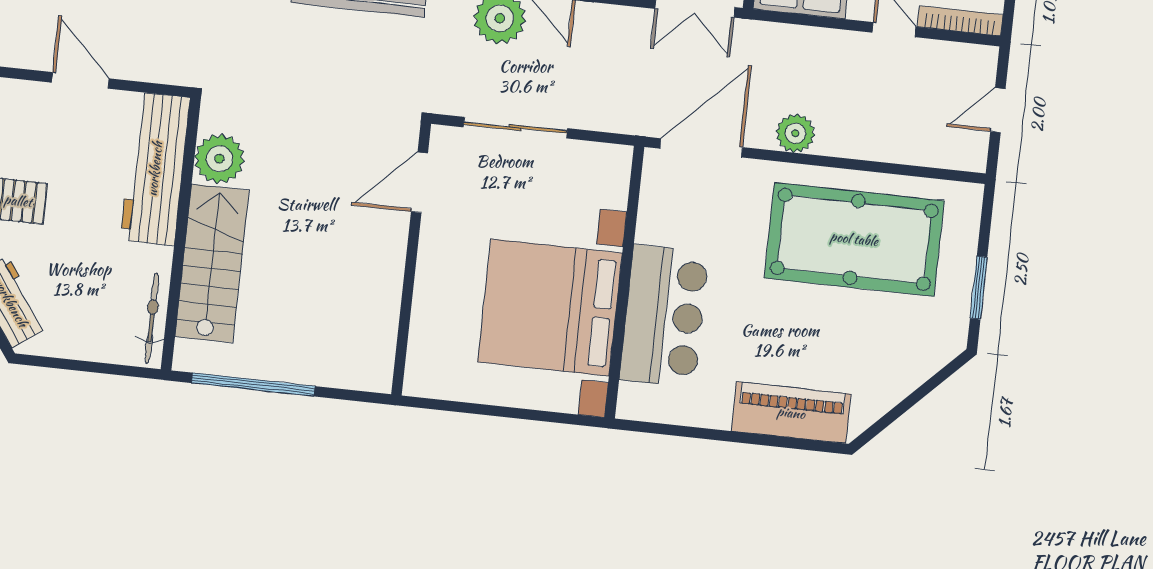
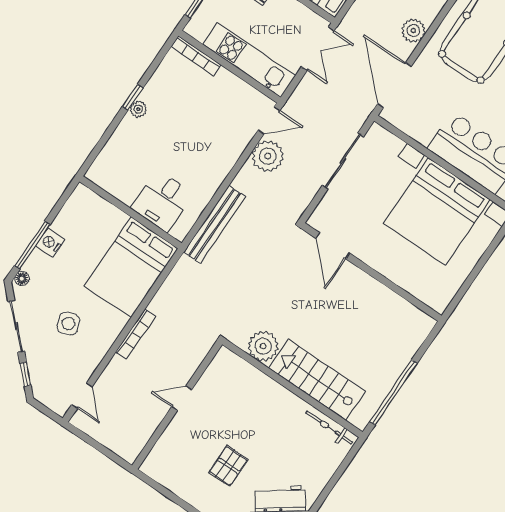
door: (80, 80) -> (182, 398), width x0.73
sliding door: (515, 128) -> (343, 161), moved
workbench: (155, 169) -> (250, 383), removed

